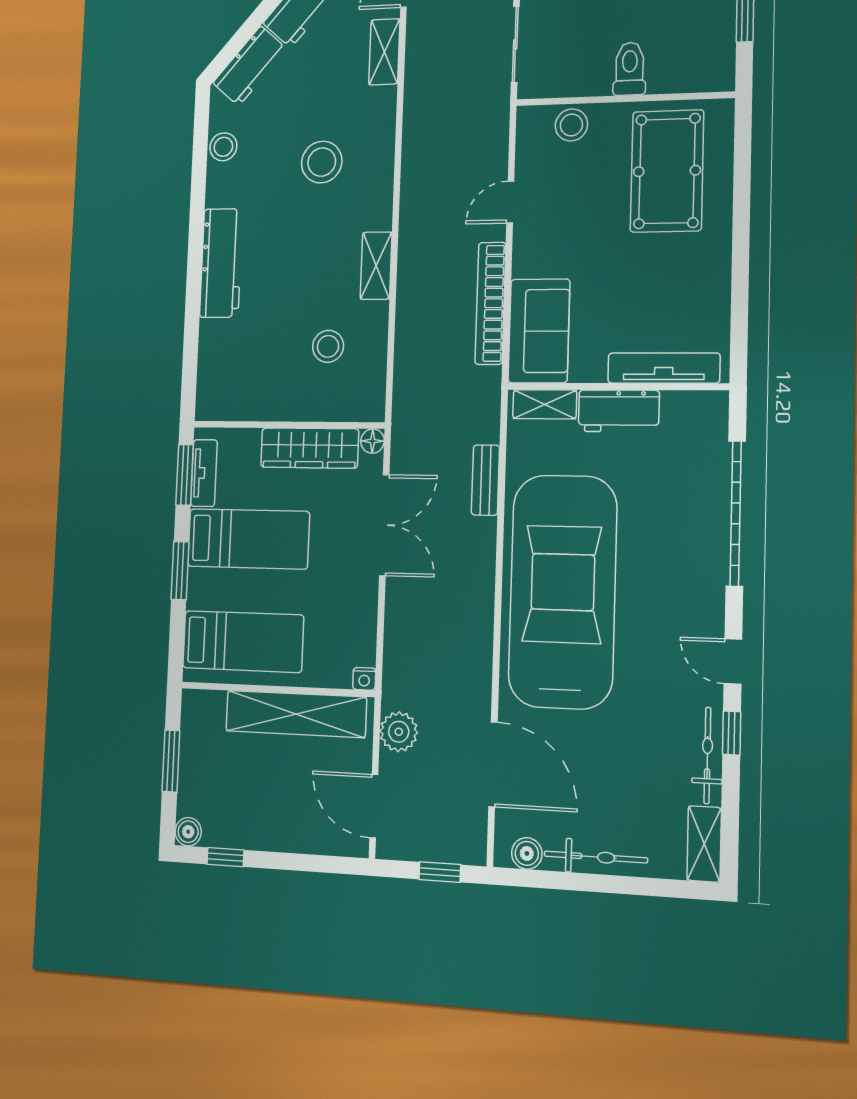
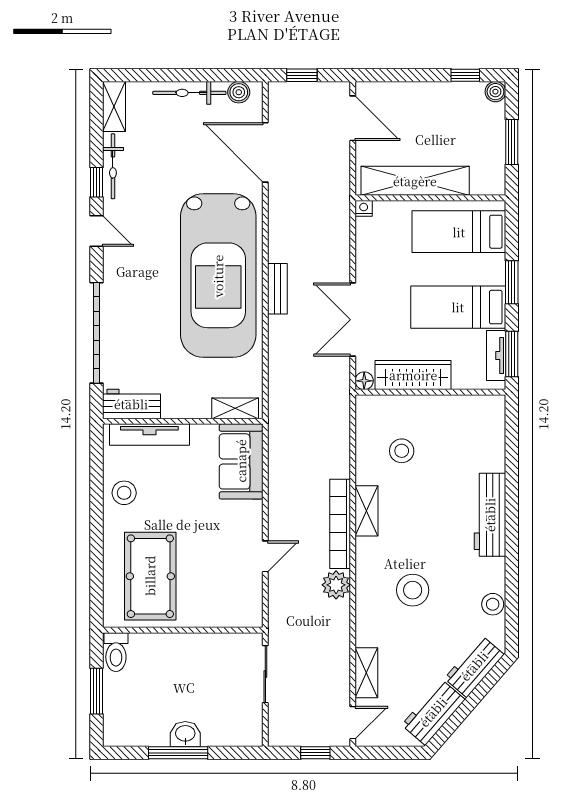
toilet: (630, 69) -> (116, 652), moved
stool: (571, 125) -> (124, 493), moved
bookcase: (490, 303) -> (340, 524), moved, turned 180
workbench: (619, 411) -> (131, 404), moved
bench: (485, 480) -> (277, 289), moved
plant: (399, 732) -> (336, 585), moved

